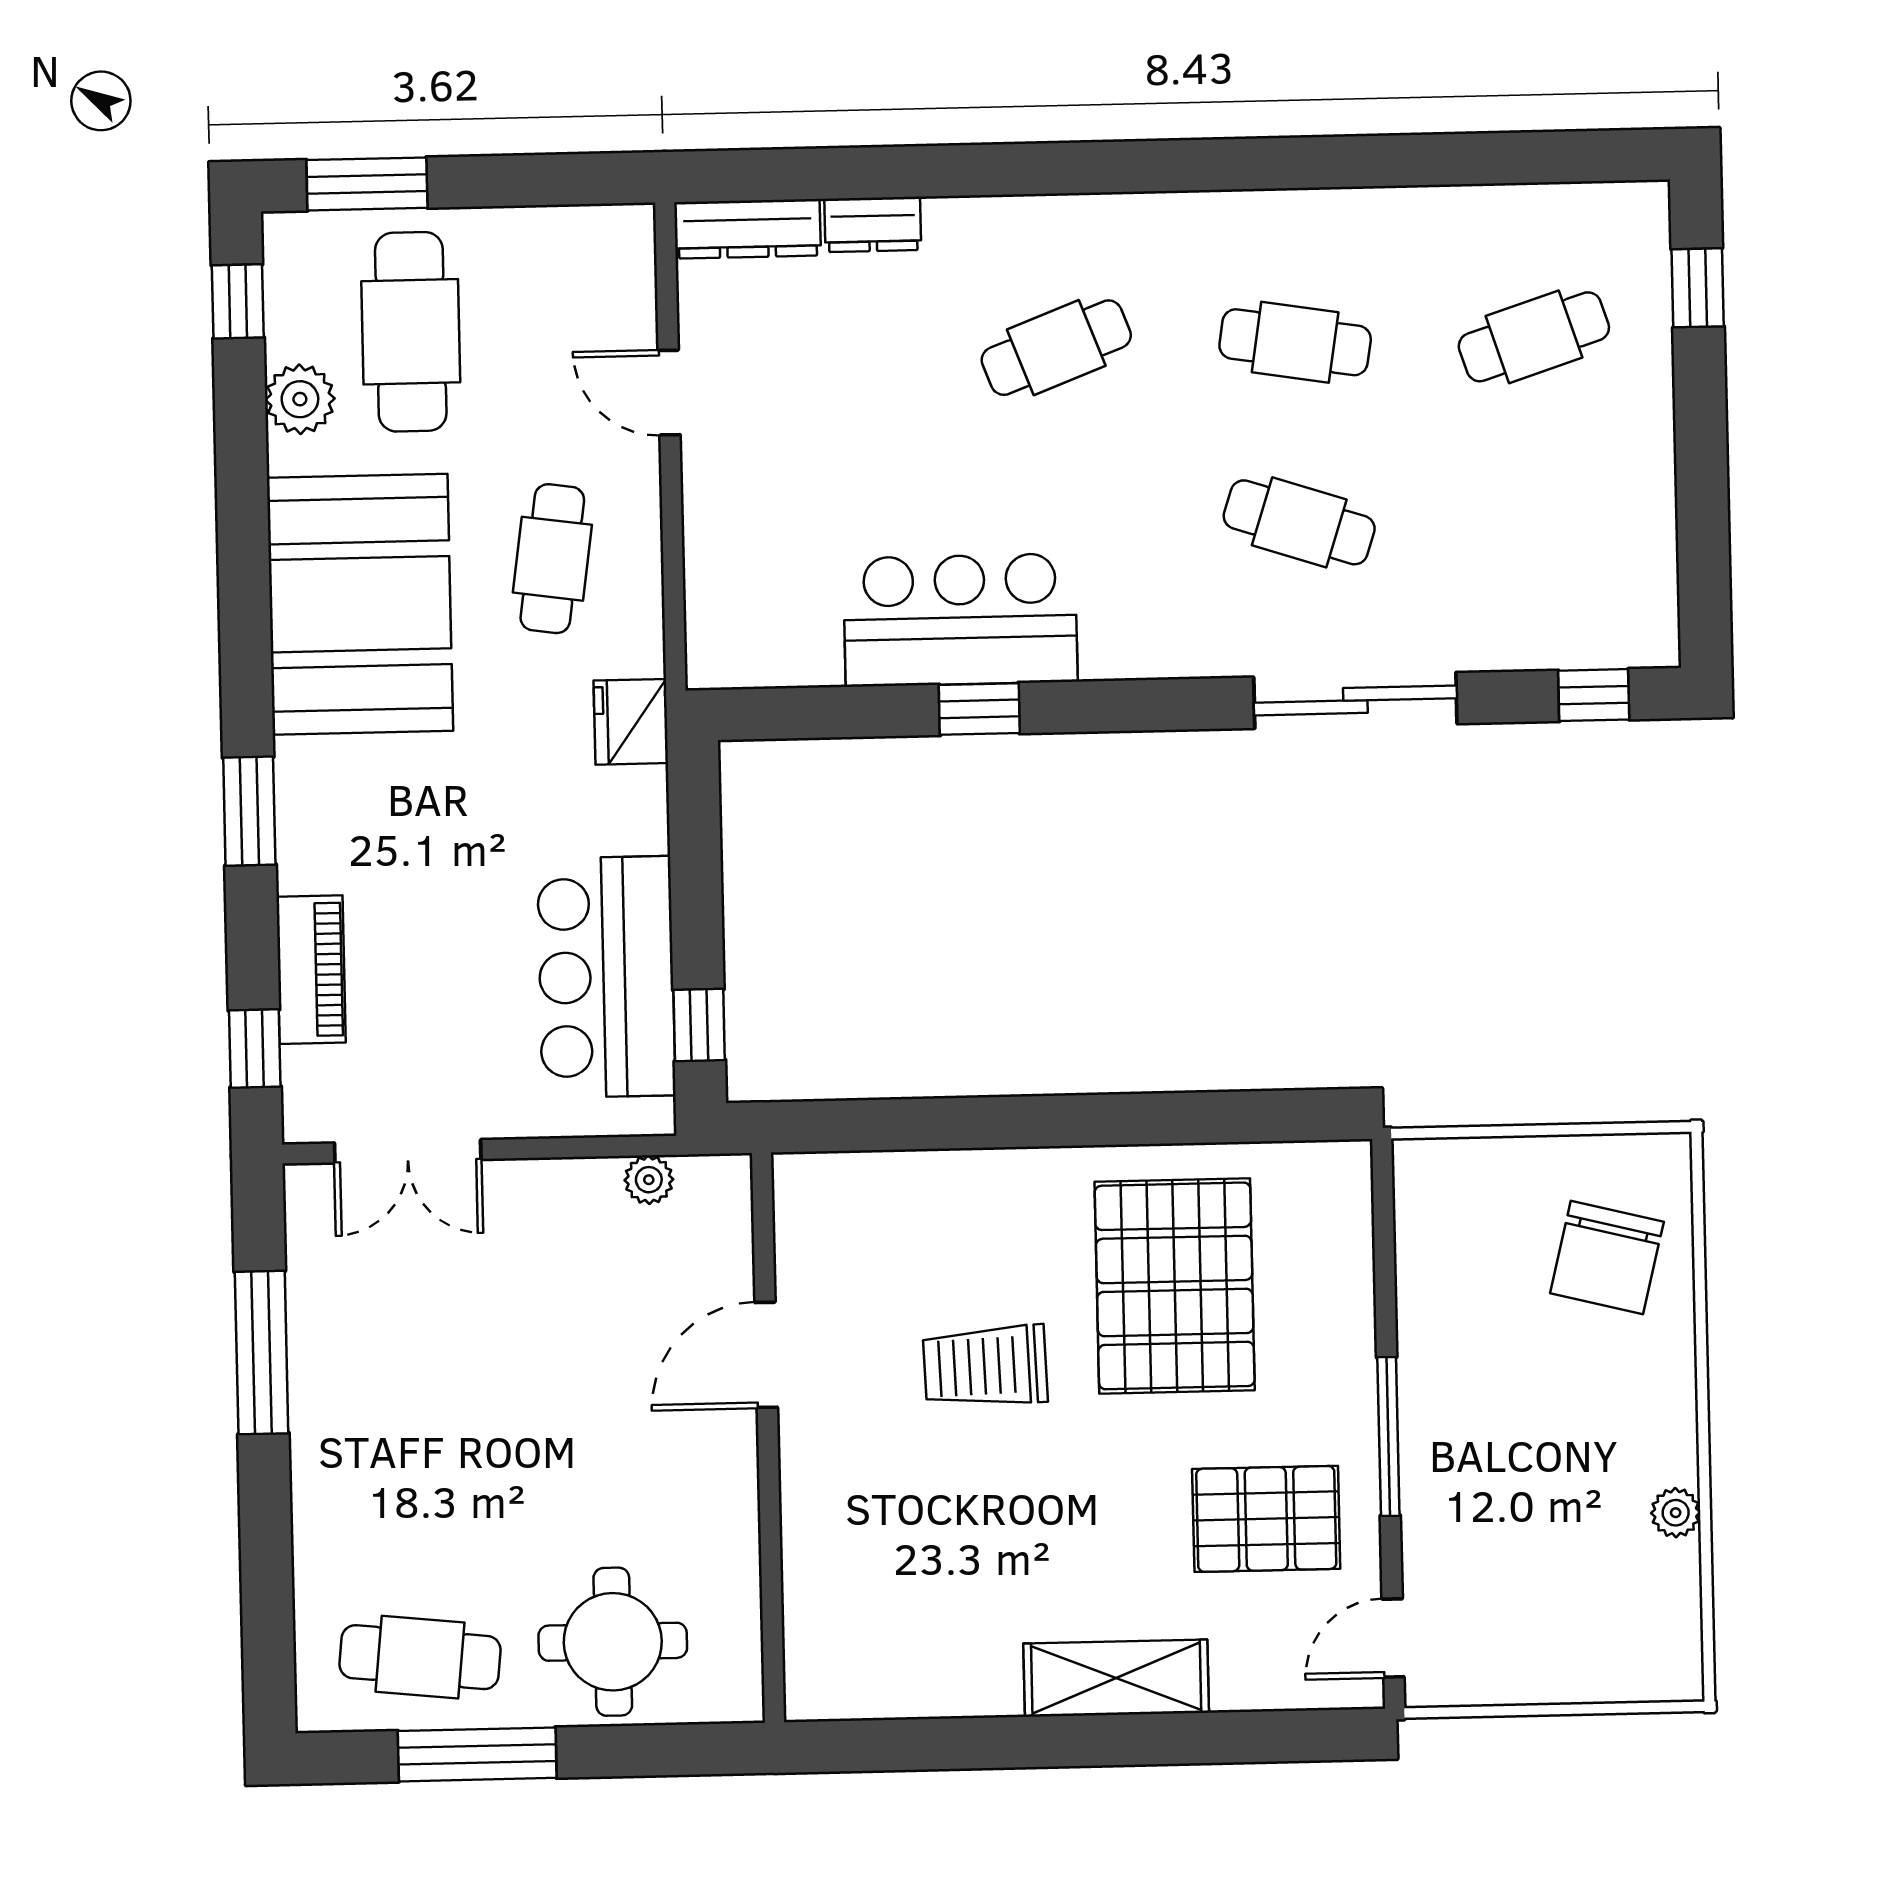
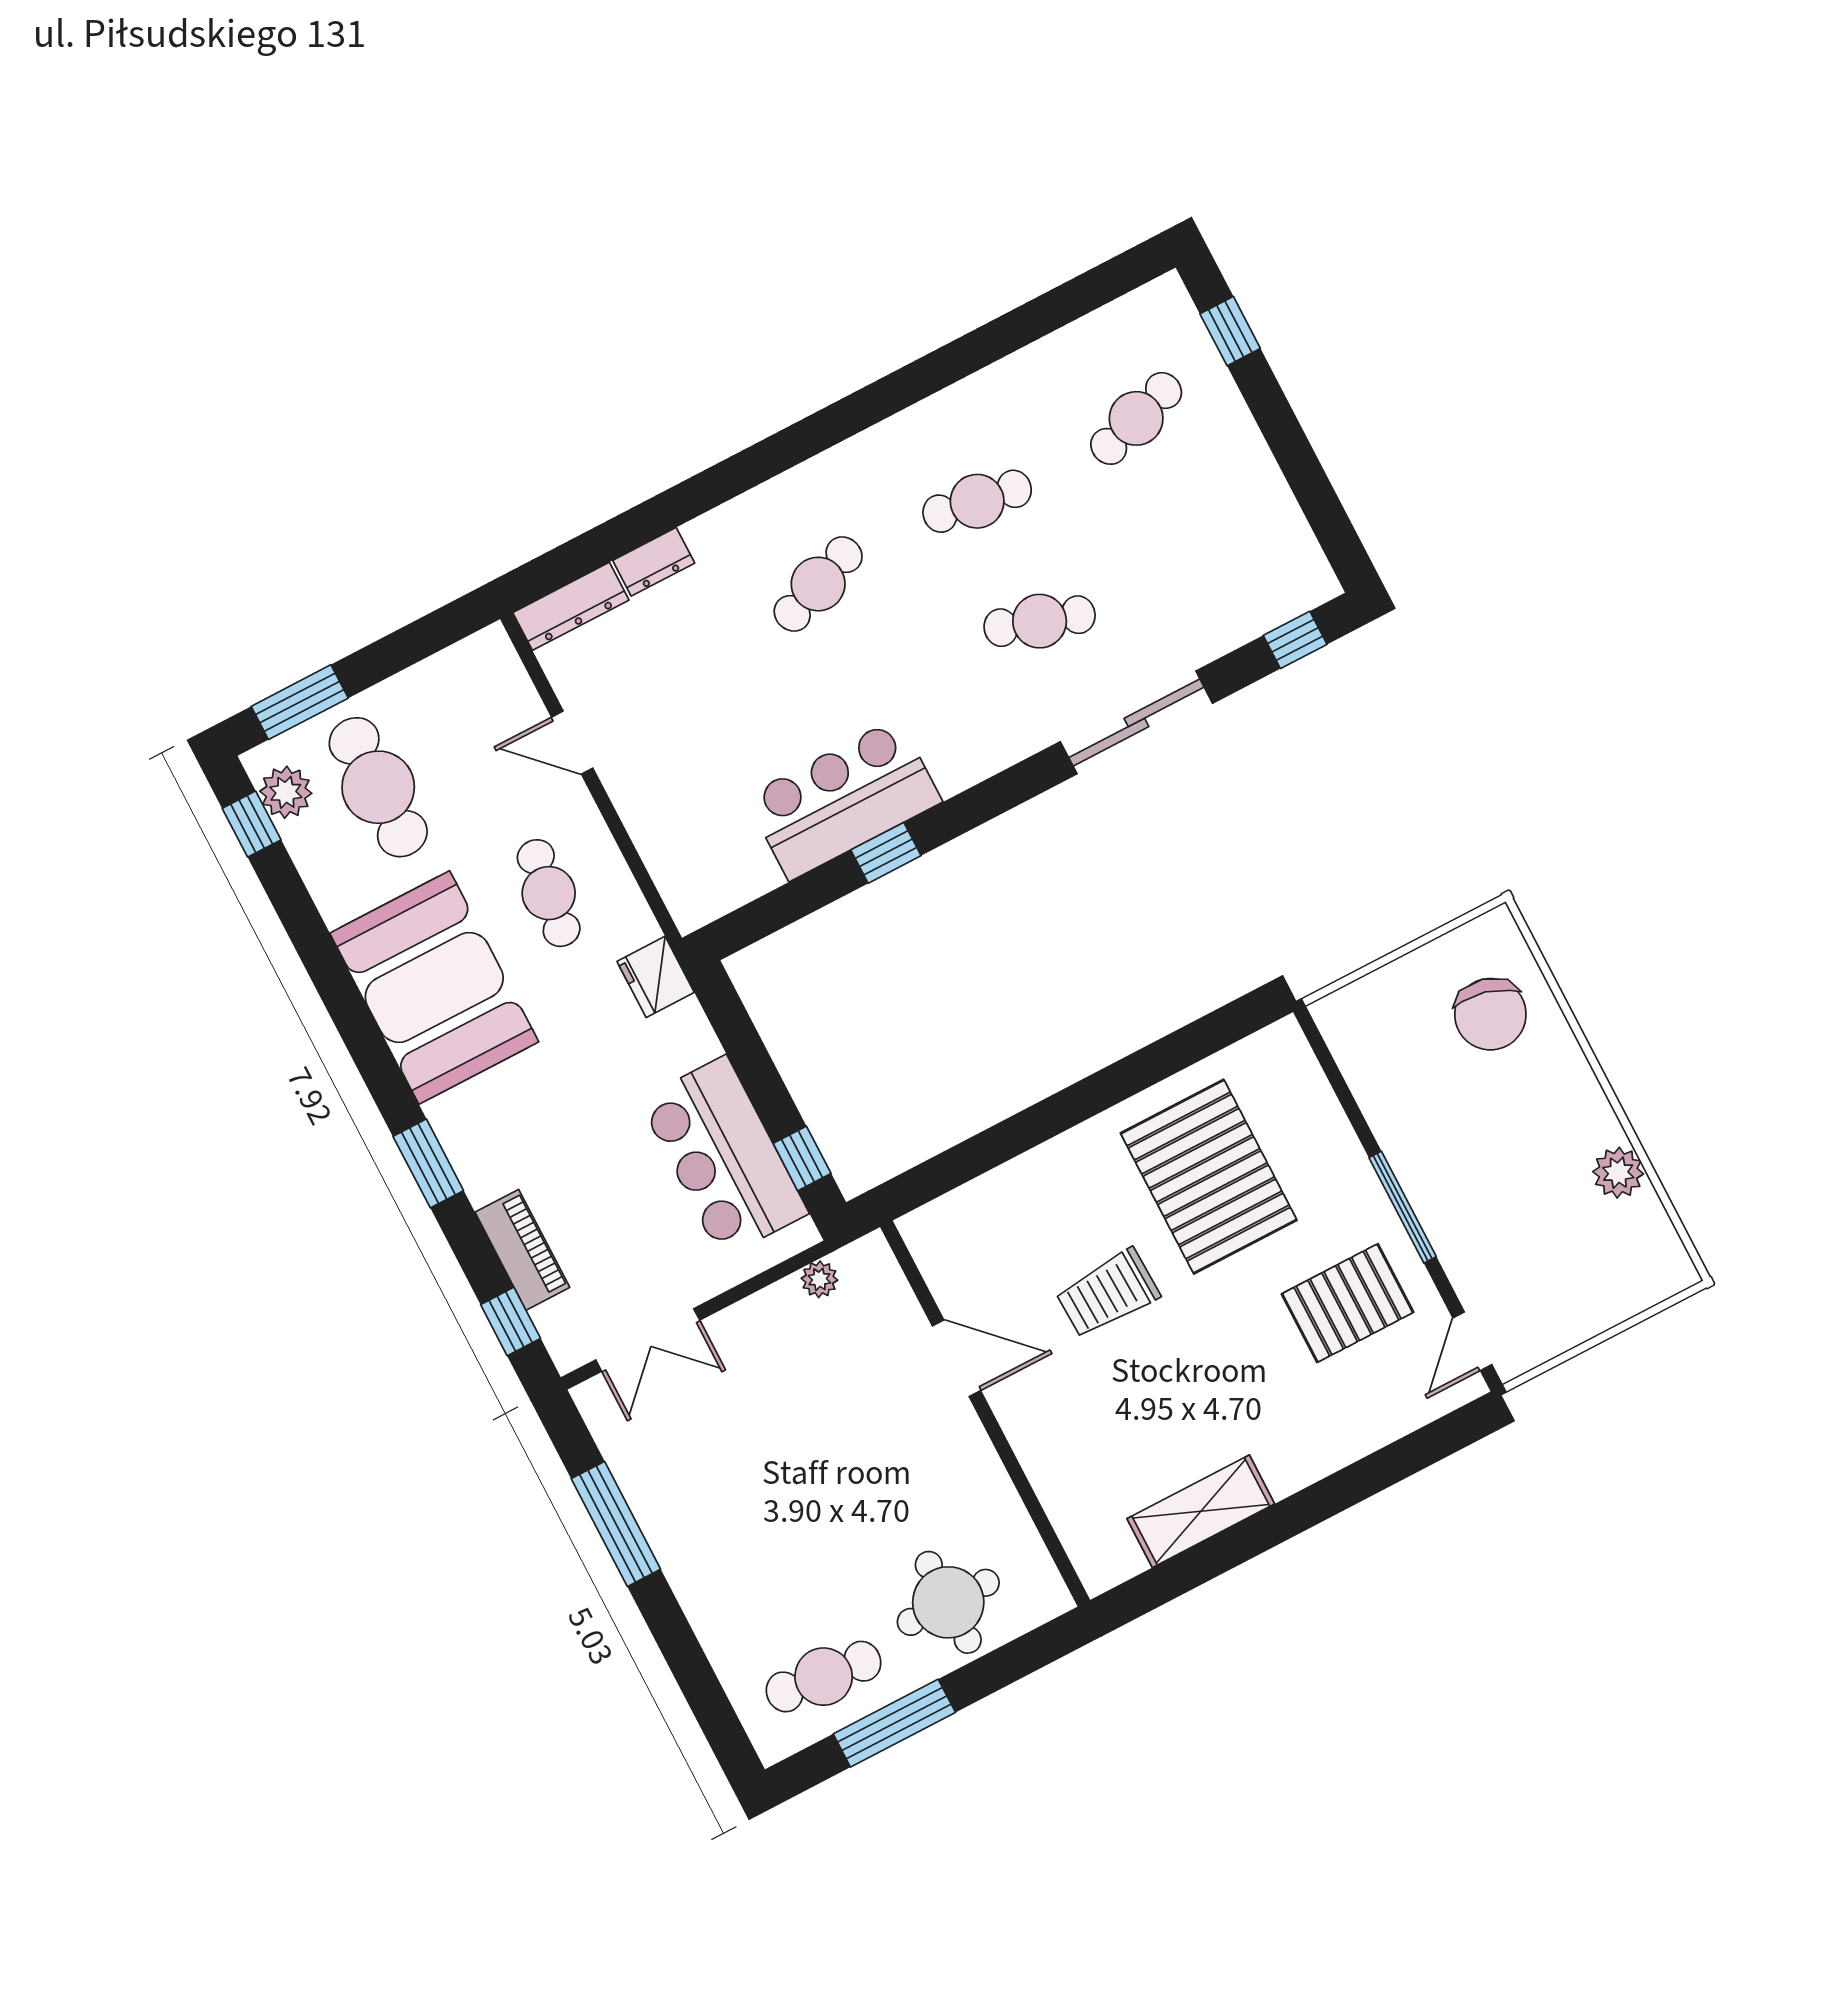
plant: (300, 399) -> (286, 792), moved
door: (766, 1355) -> (956, 1358), swing flipped
plant: (1676, 1513) -> (1618, 1173), width x1.38, depth x1.38
shelving: (1116, 1678) -> (1201, 1511), moved

